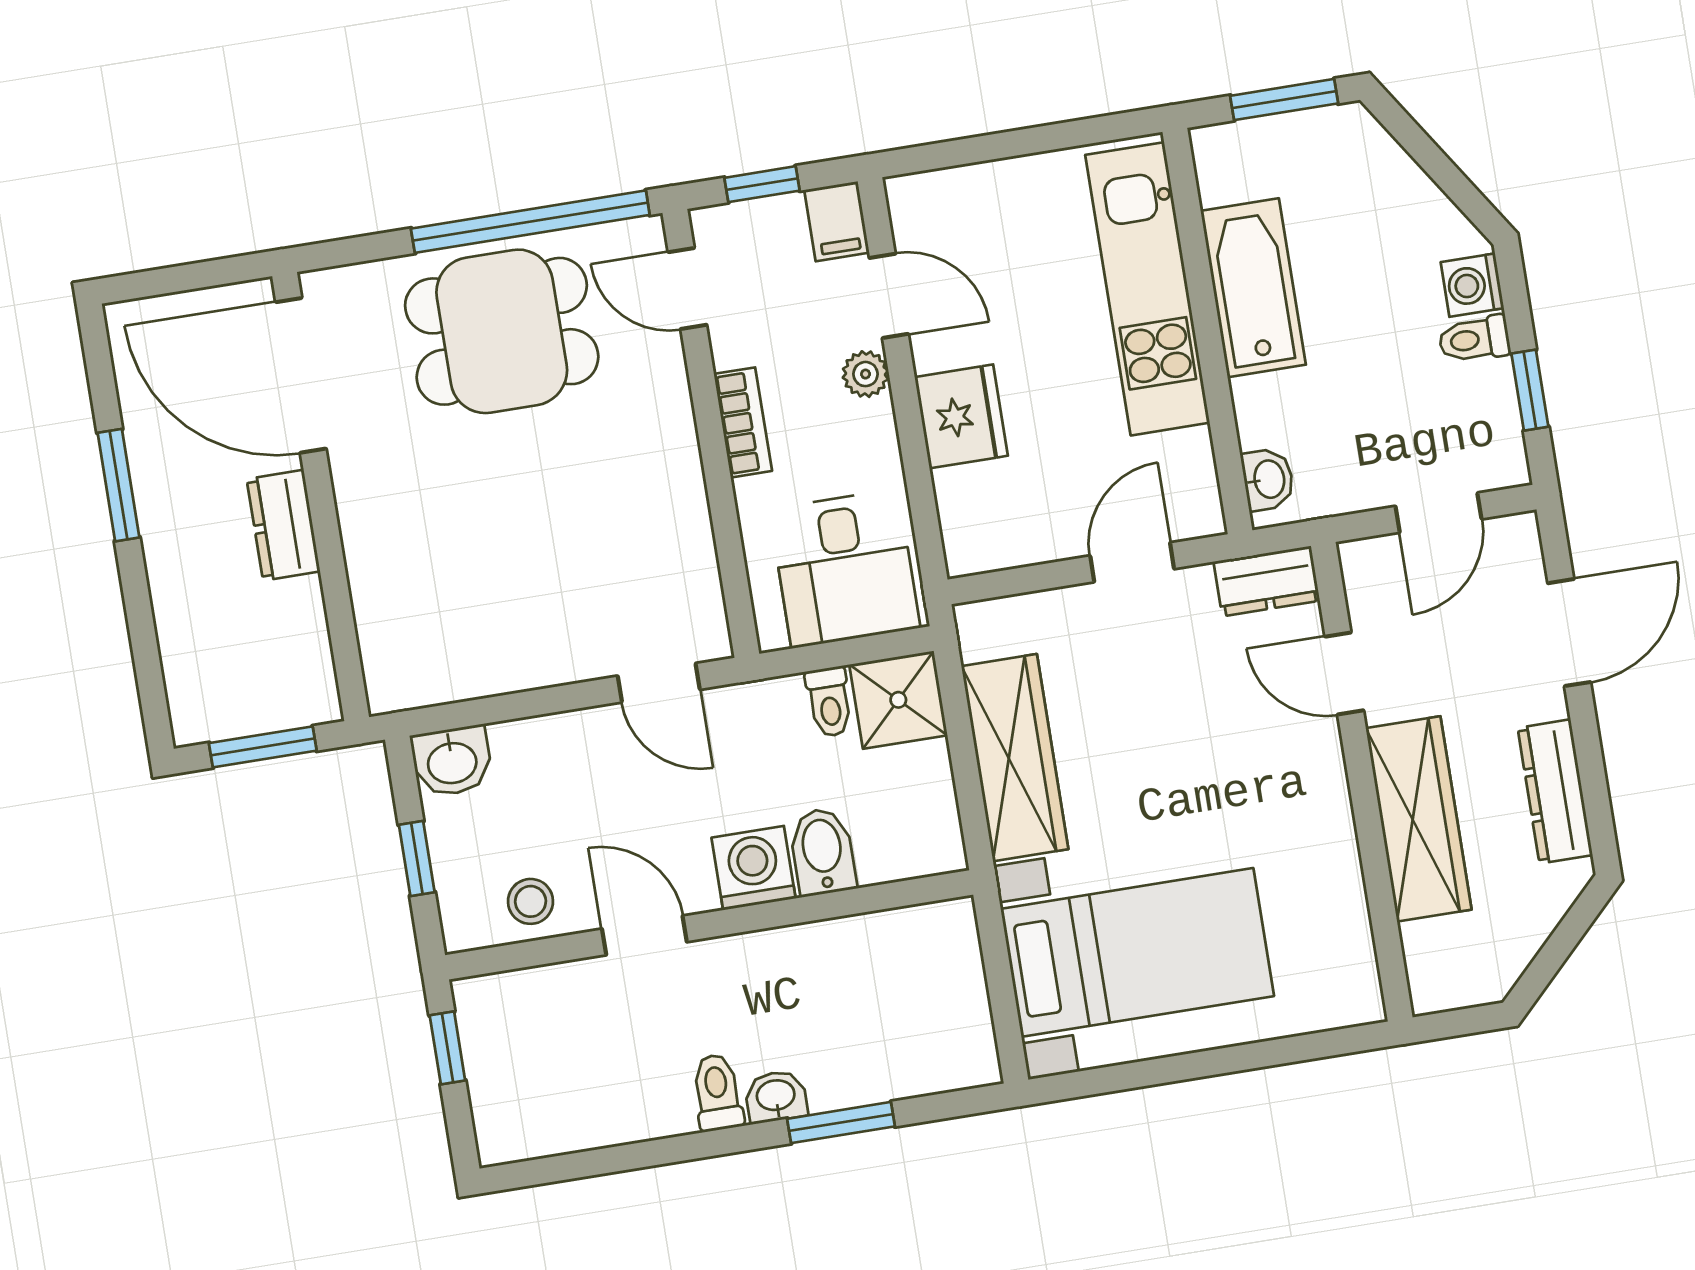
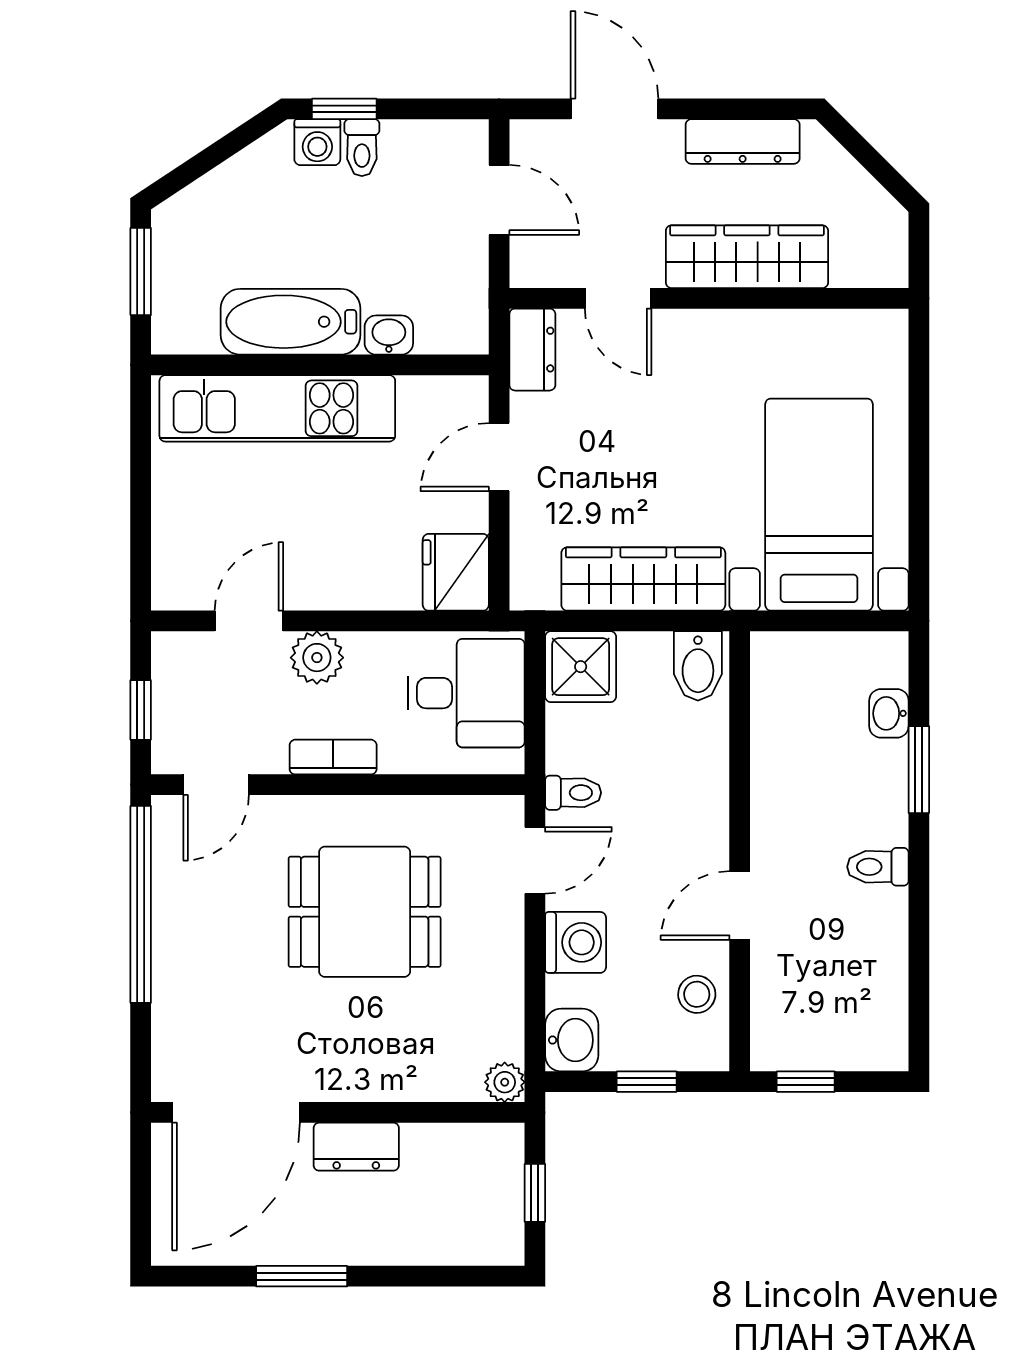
filing cabinet: (837, 221) -> (181, 654), removed
dining table: (502, 331) -> (365, 912), moved, turned 90
plant: (866, 374) -> (317, 658), width x1.37, depth x1.37
window: (1530, 390) -> (344, 109), moved
fridge: (961, 416) -> (456, 572), moved, turned -90
washbasin: (1268, 479) -> (389, 335), moved
door: (1132, 562) -> (499, 457), hinge flipped
door: (1344, 673) -> (618, 298), hinge flipped
plant: (389, 690) -> (505, 1082), added
toilet: (829, 702) -> (573, 793), moved
window: (263, 747) -> (535, 1193), width x0.67
bidet: (823, 852) -> (698, 666), moved, turned -90
washing machine: (754, 868) -> (576, 942), moved, turned 180
washbasin: (776, 1097) -> (889, 713), moved

